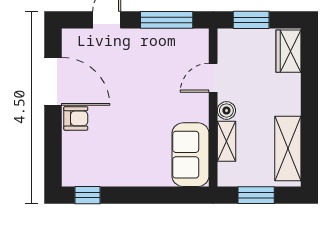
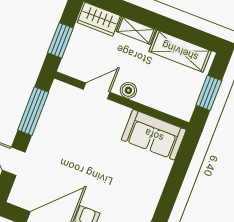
door: (213, 78) -> (97, 91), swing flipped
shelving: (227, 141) -> (136, 30), moved

